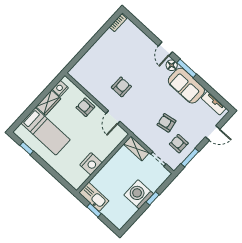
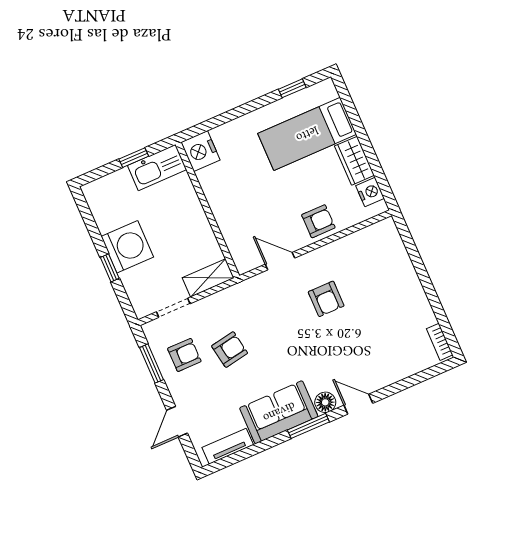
nightstand: (91, 164) -> (200, 151), moved

